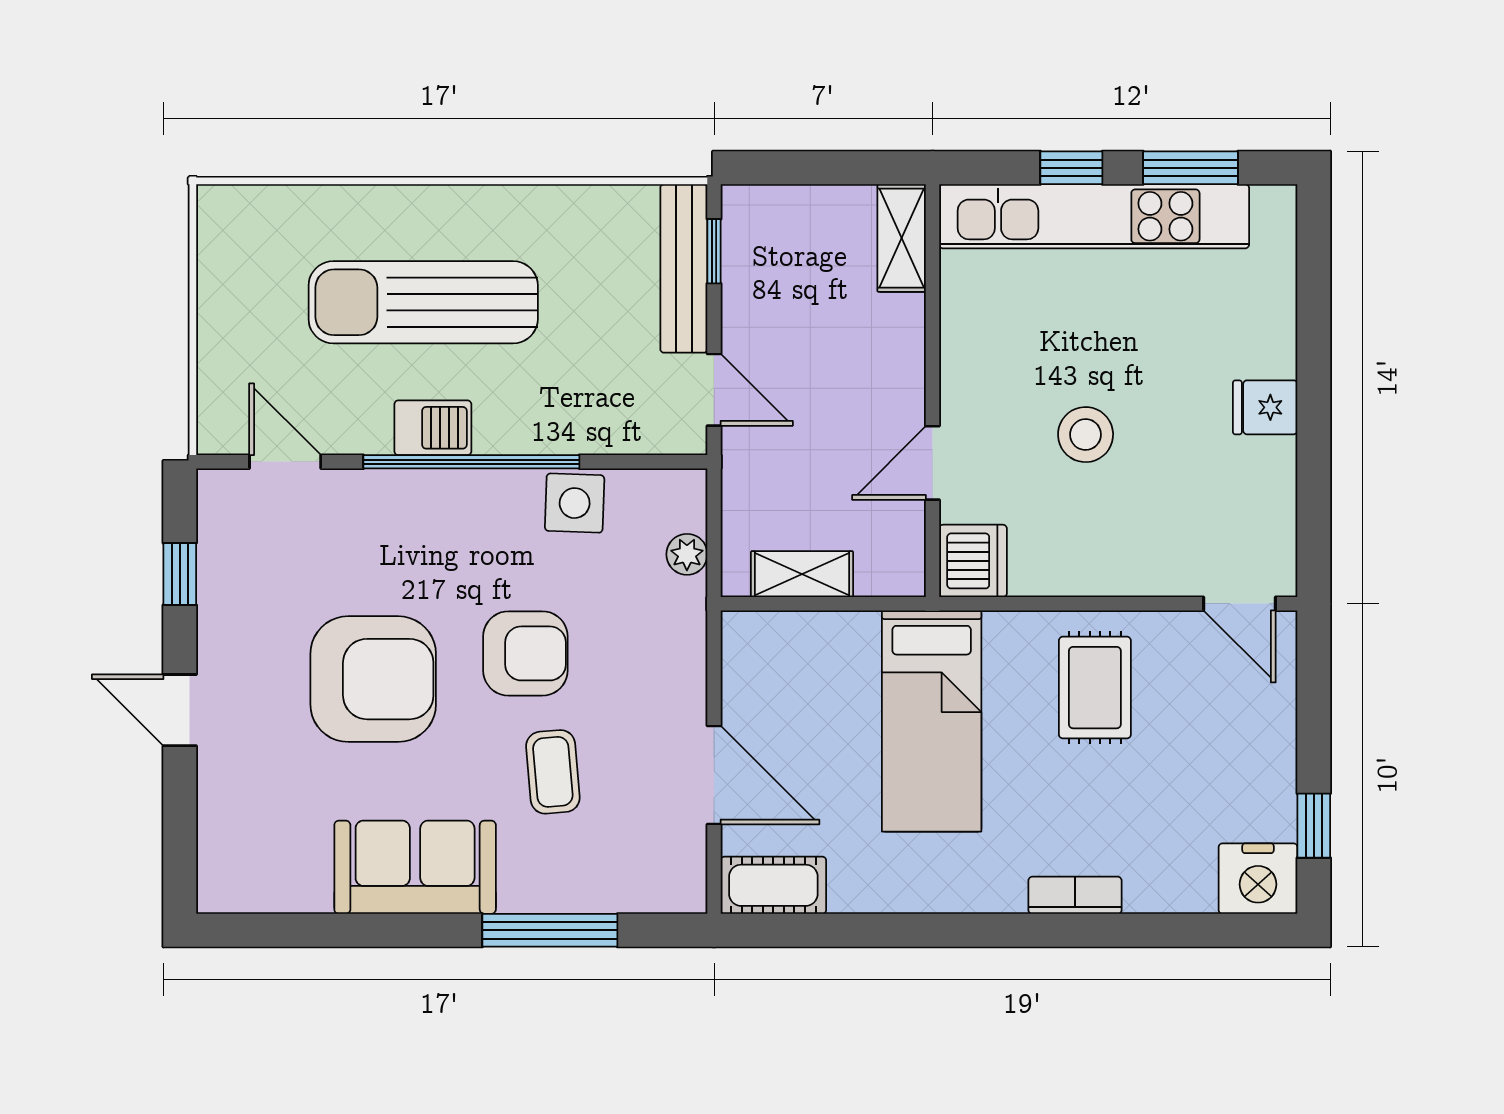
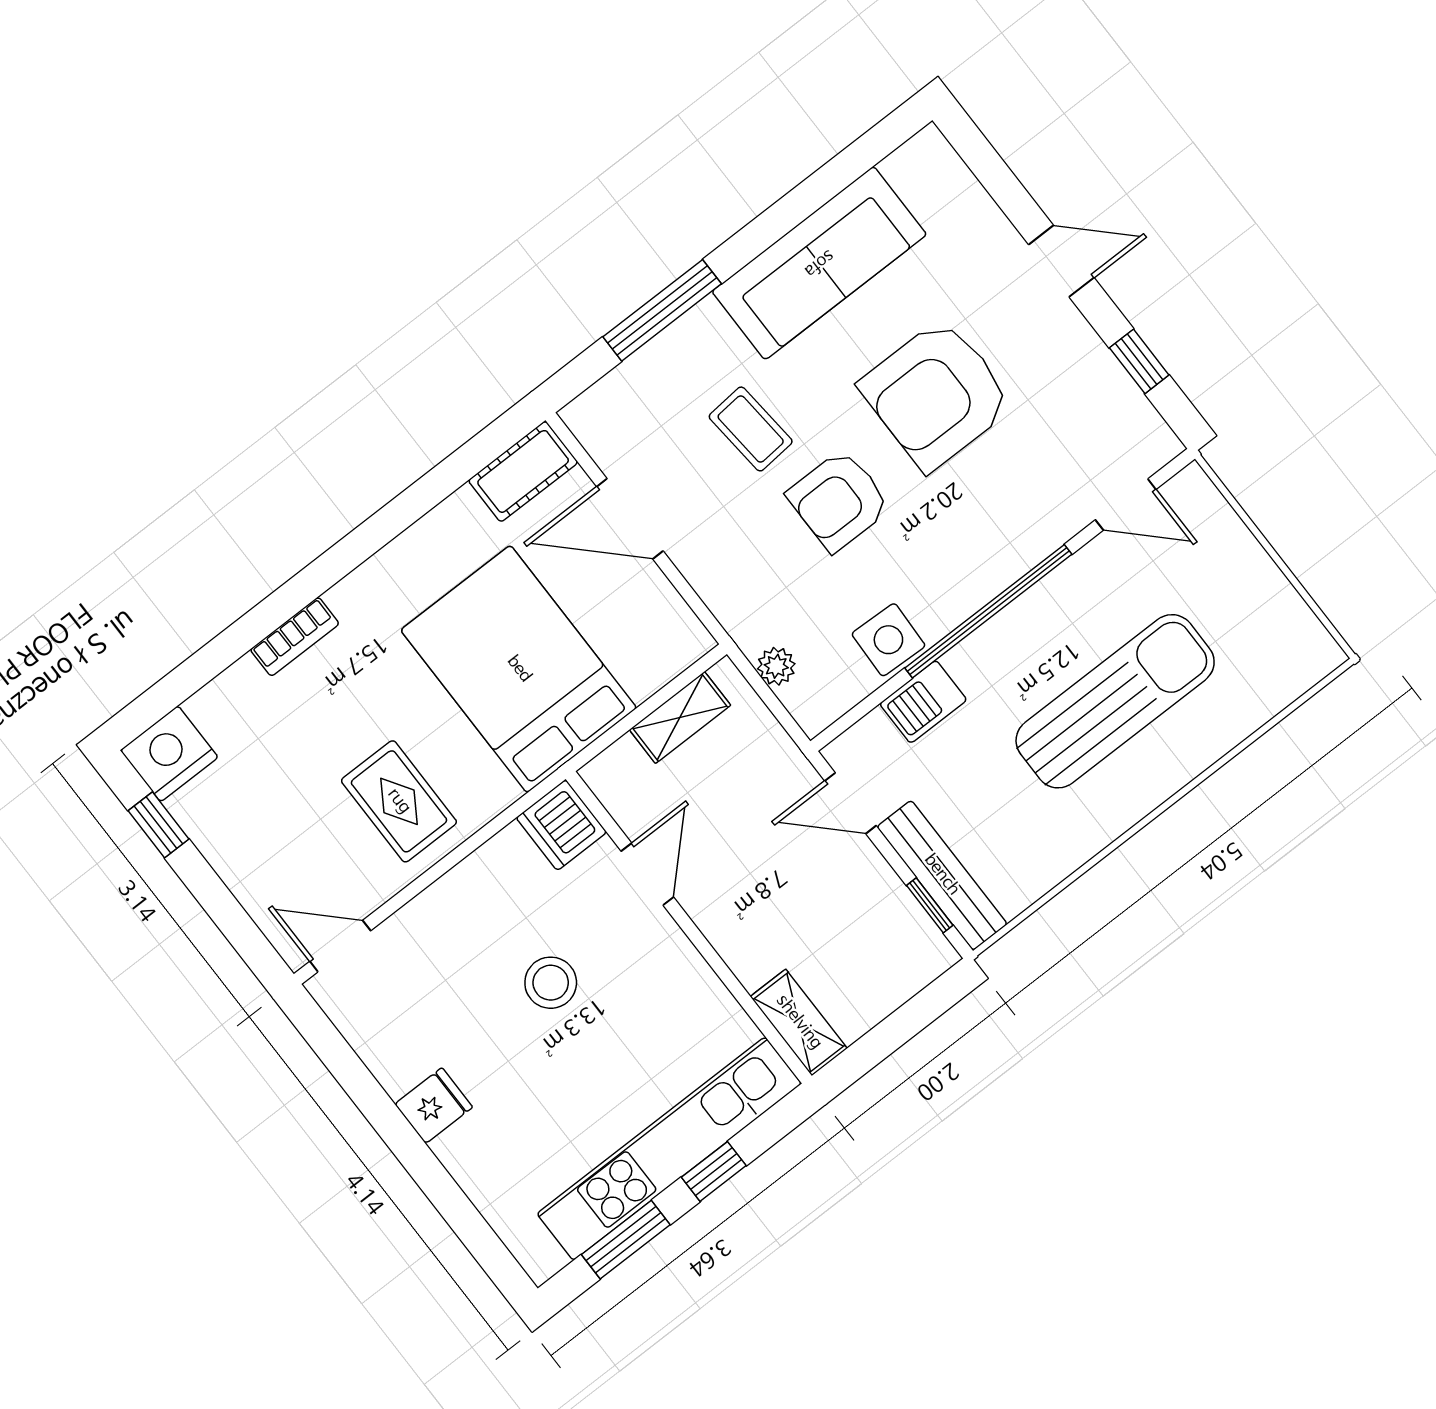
barbecue: (433, 428) -> (923, 702), moved
bed: (932, 721) -> (519, 669), width x1.50
sofa: (415, 867) -> (819, 263), width x1.36

